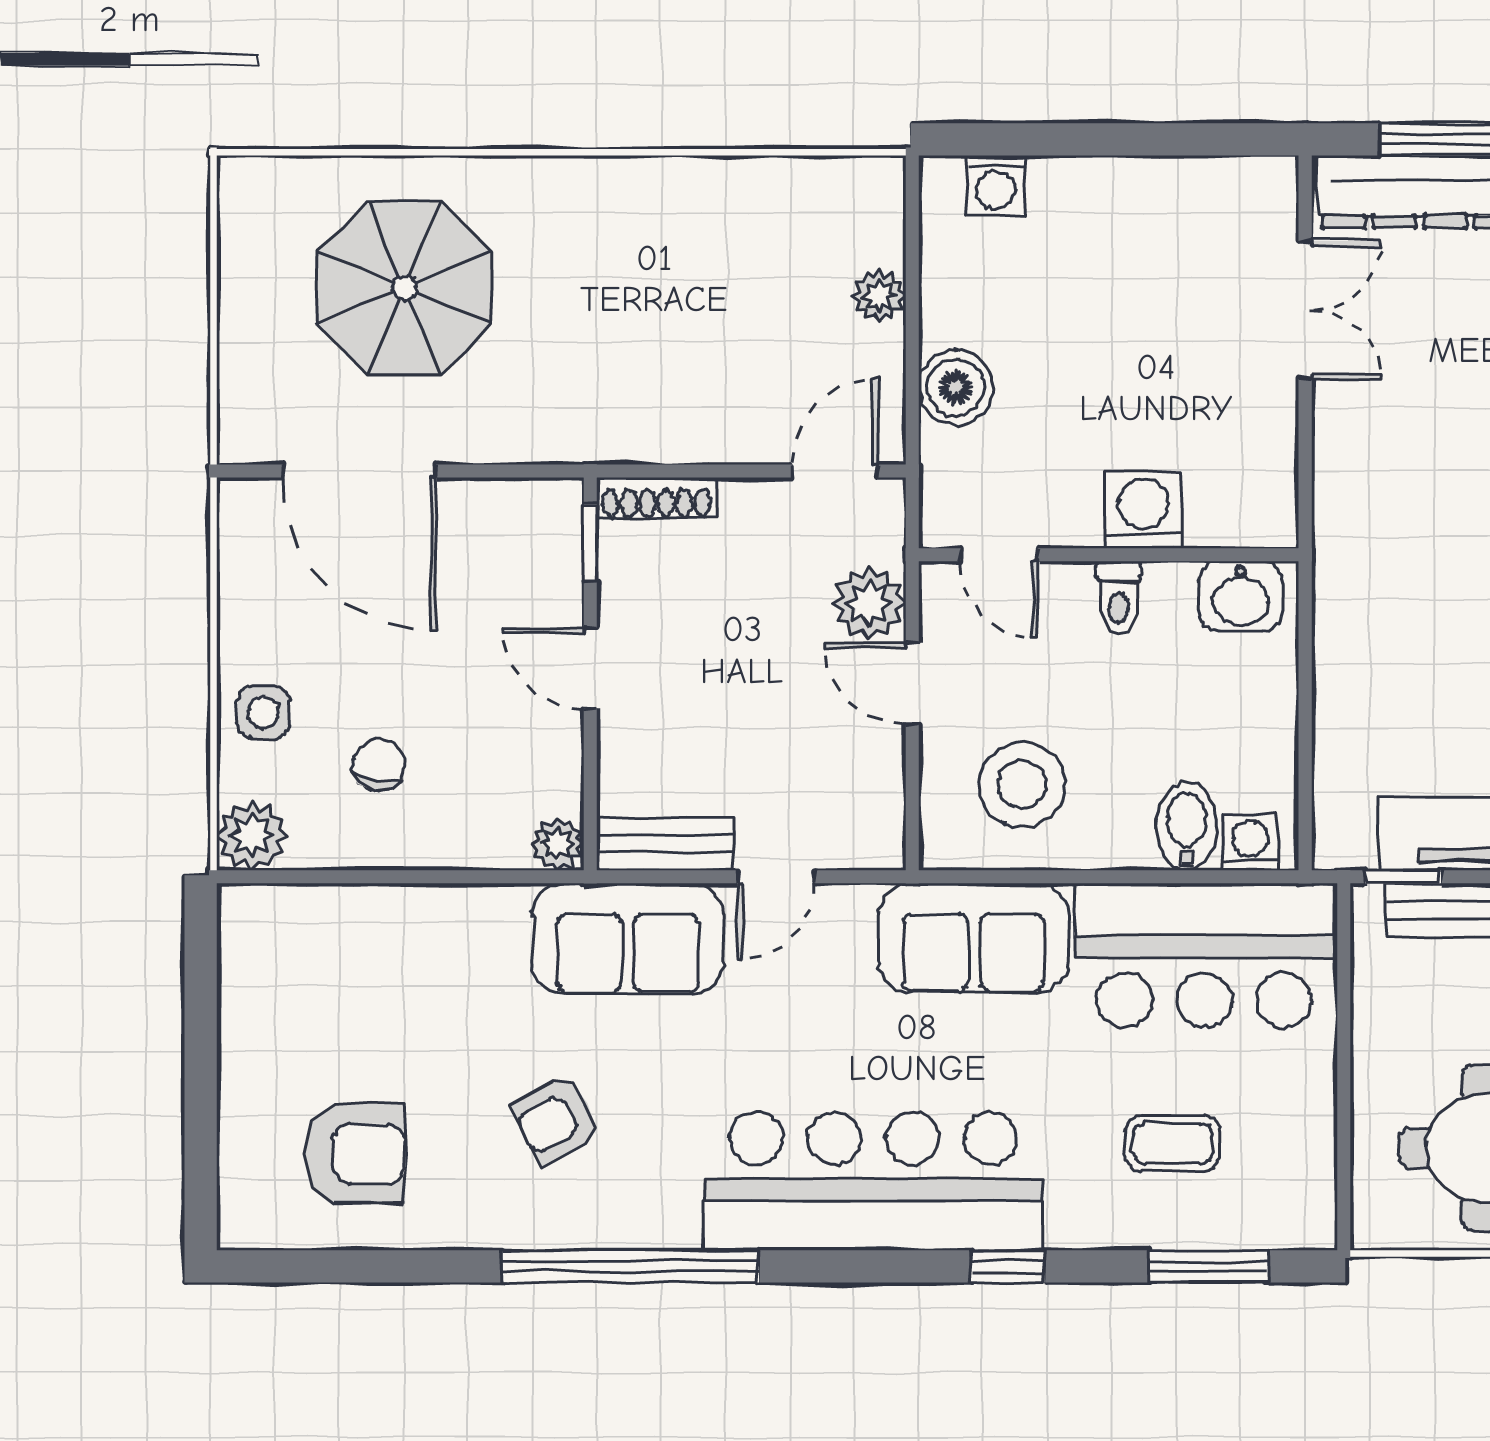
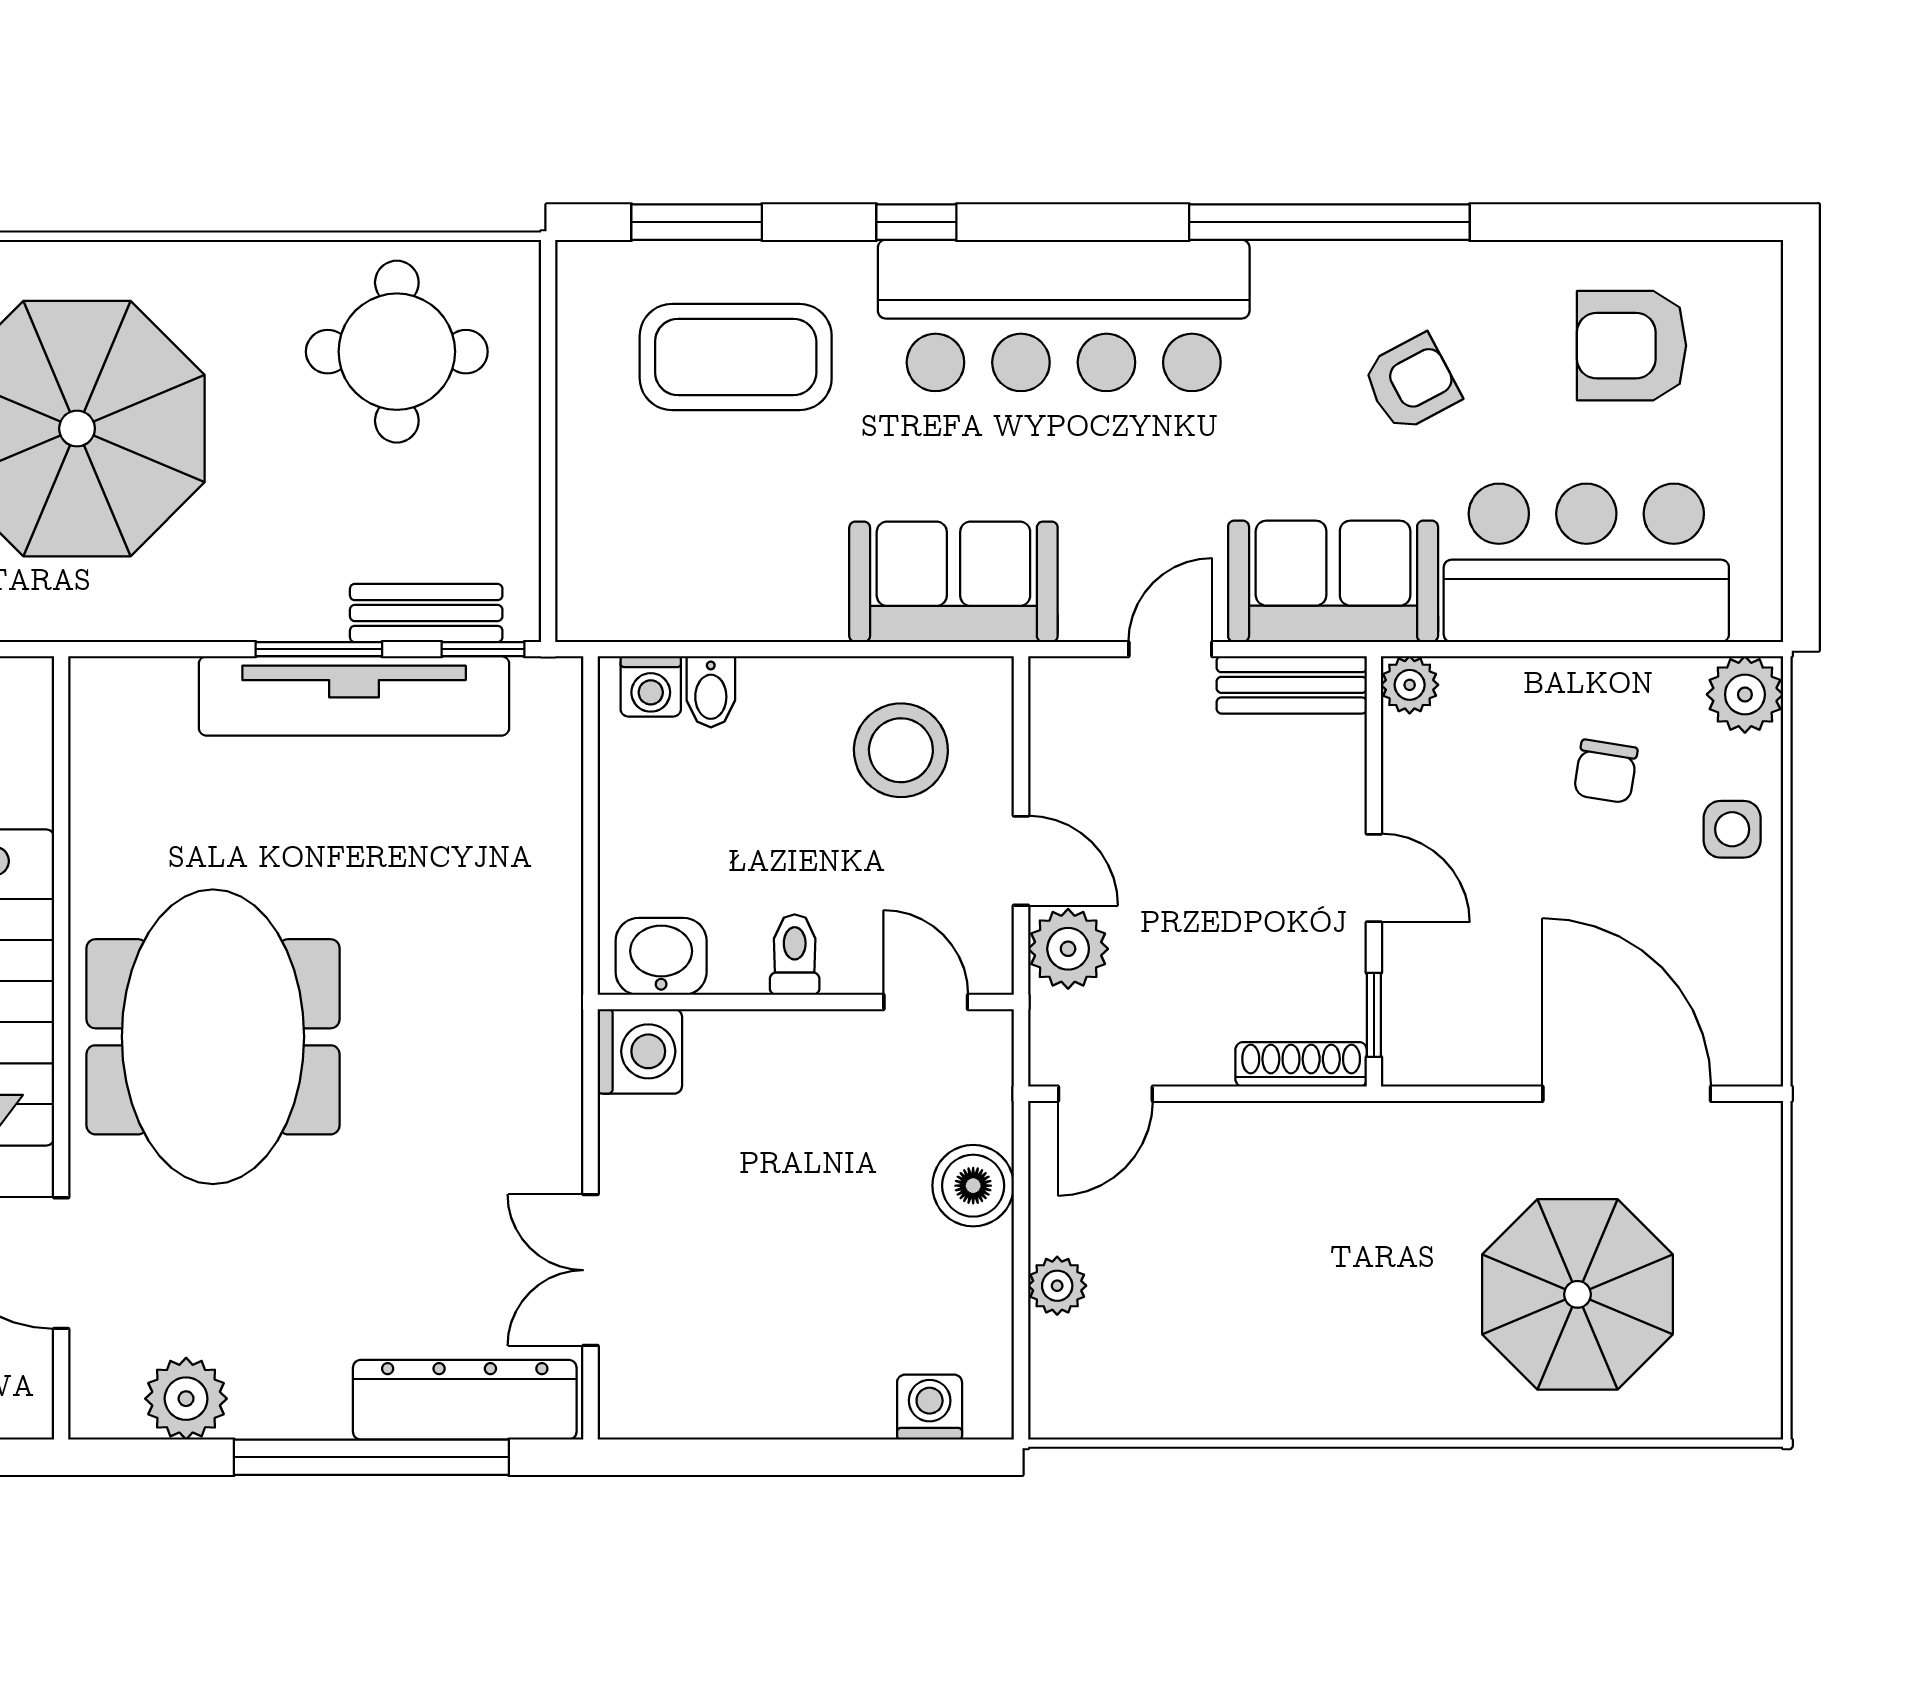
washing machine: (1143, 510) -> (640, 1051), moved, turned -90
bidet: (1187, 826) -> (711, 692), width x0.72, depth x0.74
bar counter: (1204, 955) -> (1586, 563), moved
coffee table: (1173, 1143) -> (736, 357), width x1.86, depth x1.72

